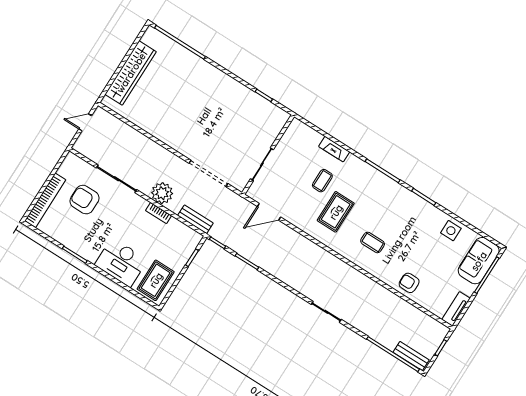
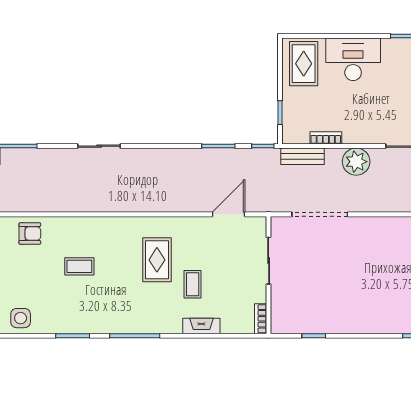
bookcase: (292, 129) -> (261, 319), added
bookcase: (159, 213) -> (326, 138), moved
coffee table: (373, 242) -> (79, 266), moved

